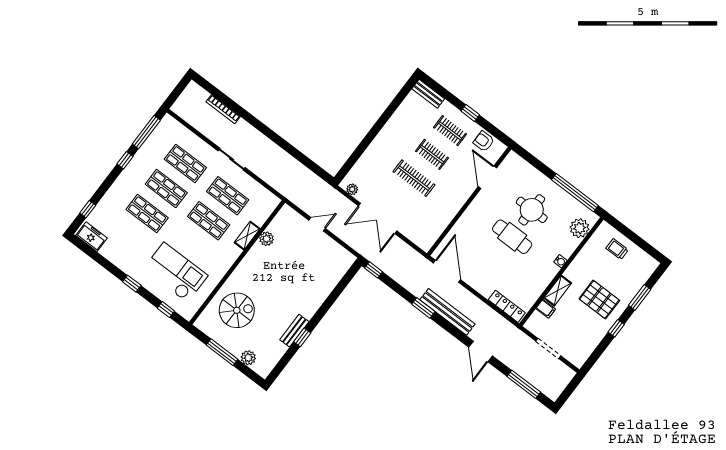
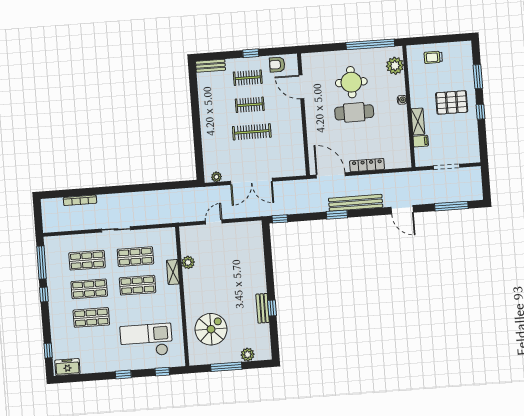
locker: (507, 306) -> (367, 165), moved

